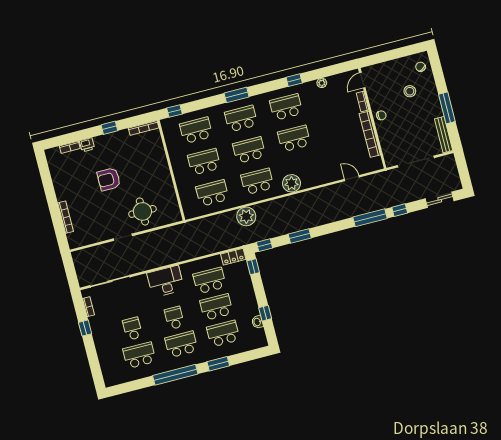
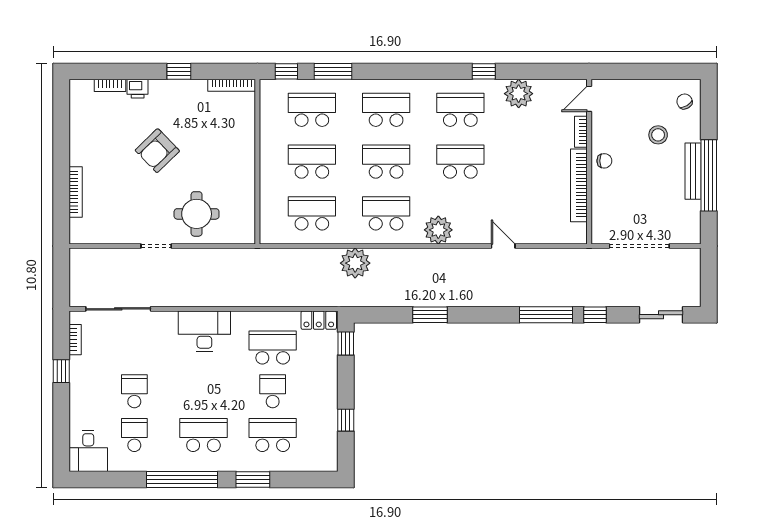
plant: (322, 83) -> (519, 94), width x1.88, depth x1.88
window: (237, 95) -> (333, 71), moved
window: (447, 108) -> (709, 175), width x1.46
bench: (444, 135) -> (693, 171), moved
door: (352, 178) -> (503, 246), moved
armchair: (109, 179) -> (157, 151), turned -44
window: (264, 245) -> (372, 315), removed
school desk: (216, 307) -> (273, 391), width x0.54
school desk: (174, 318) -> (203, 391), removed
washbasin: (257, 322) -> (330, 431), removed
school desk: (139, 355) -> (134, 435), width x0.54
desk: (114, 372) -> (88, 451), added

